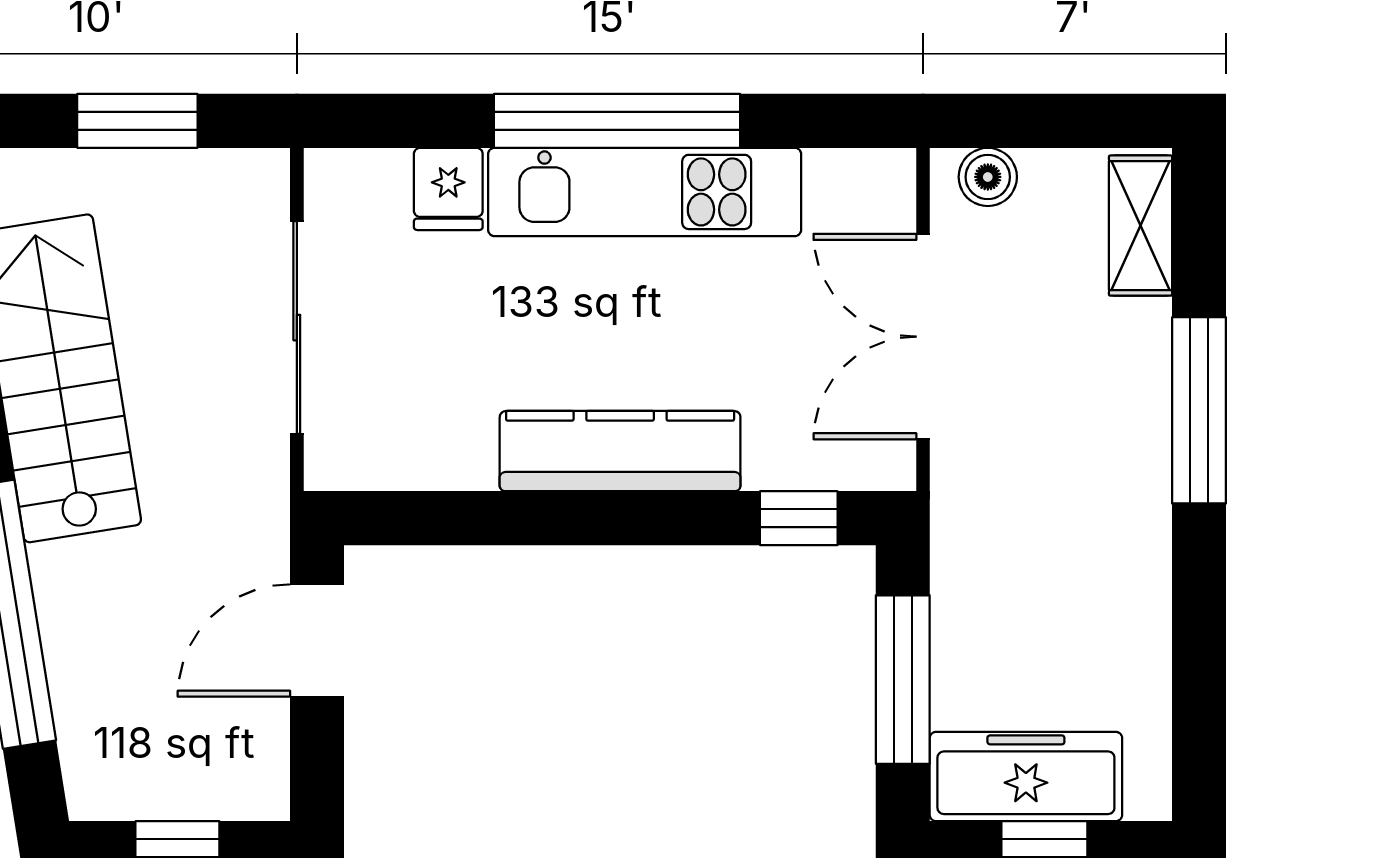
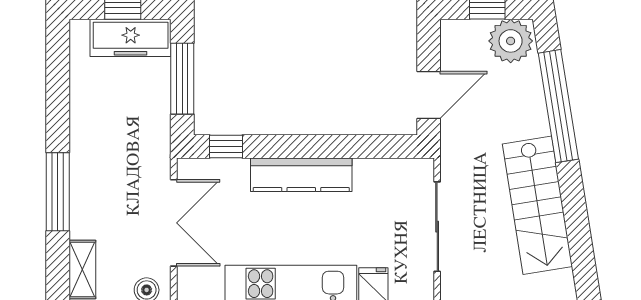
plant: (122, 769) -> (511, 41), added

